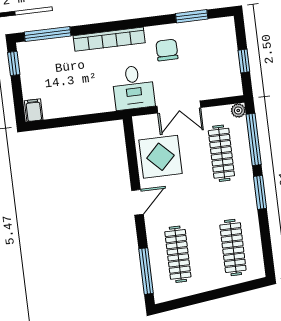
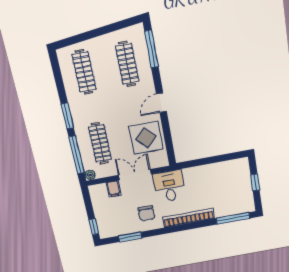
window: (244, 61) -> (94, 227), moved
window: (14, 63) -> (255, 182), moved
filing cabinet: (34, 110) -> (114, 189), moved

